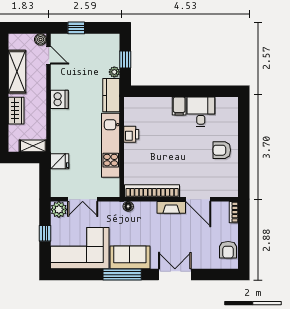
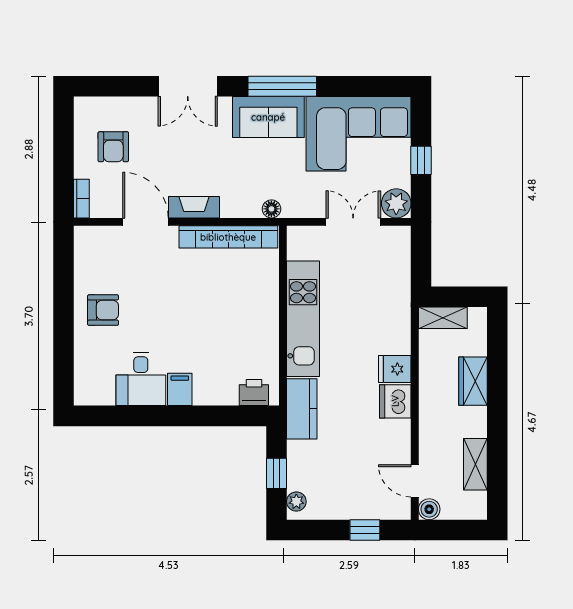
shelving: (17, 72) -> (475, 464), width x0.67, depth x0.75
plant: (114, 72) -> (296, 502), moved
printer: (131, 134) -> (254, 392), moved, turned 90
fridge: (60, 161) -> (395, 369), moved
armchair: (228, 250) -> (113, 147), moved, turned 180

